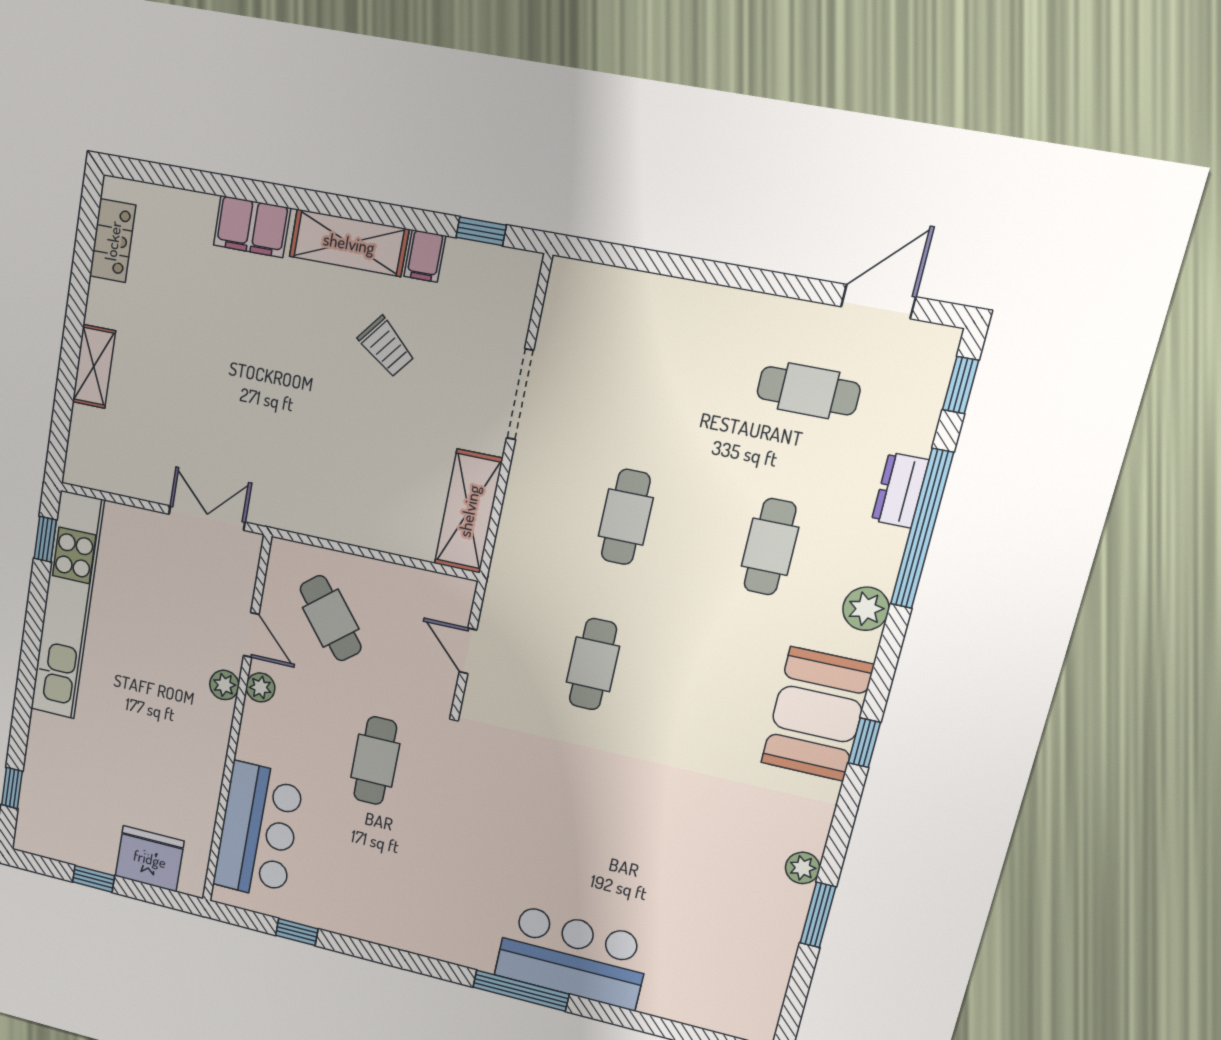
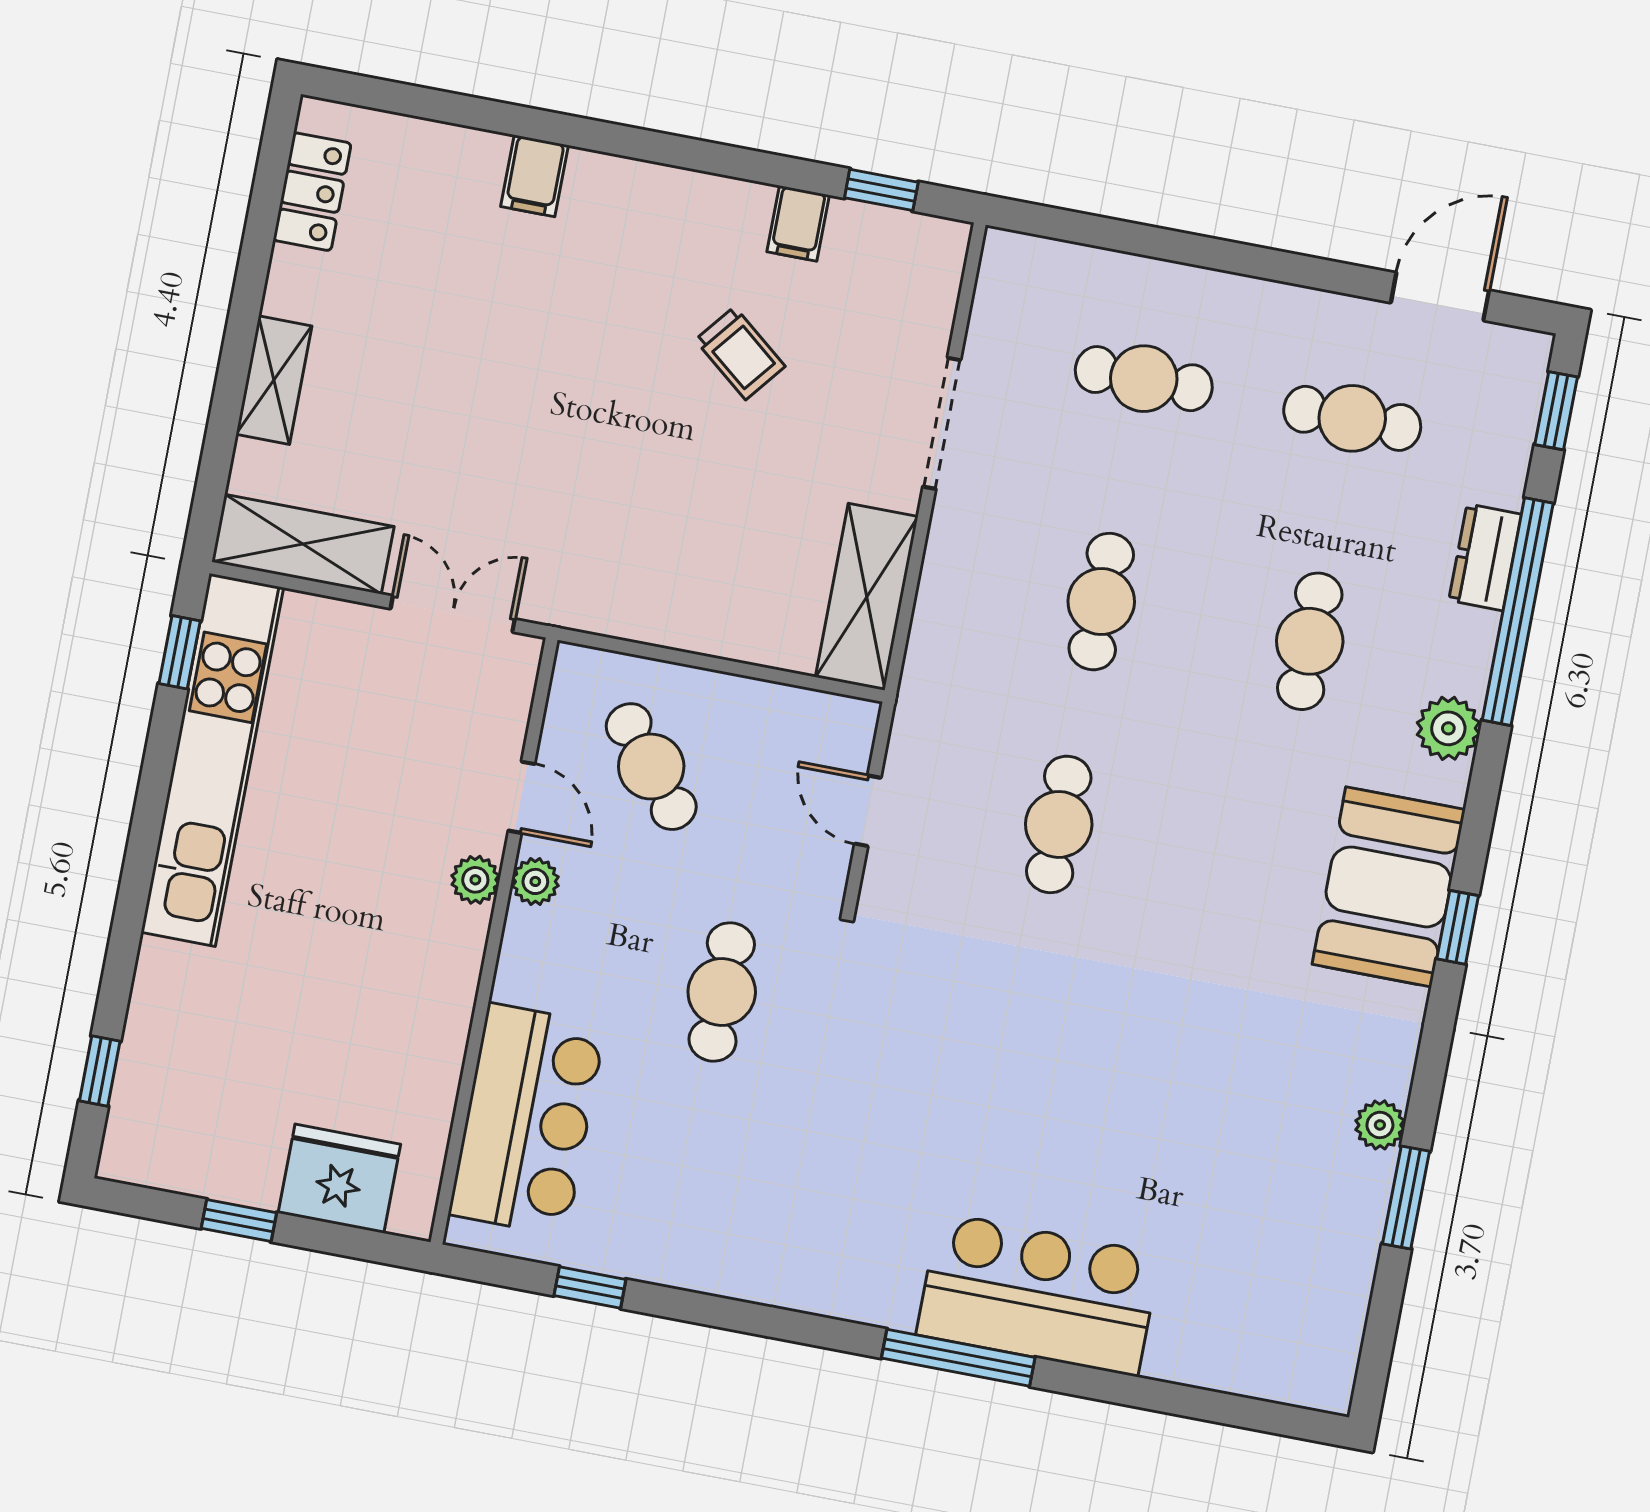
filing cabinet: (252, 227) -> (535, 176), width x0.50
shelving: (349, 243) -> (303, 544), moved
cafe table: (660, 363) -> (1144, 379), added

